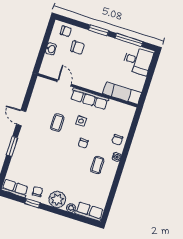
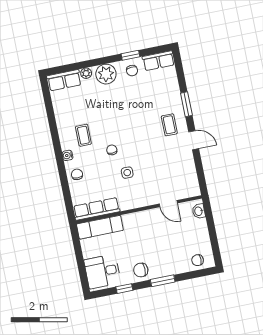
window: (129, 40) -> (124, 289), width x0.46
chair: (78, 48) -> (141, 270), moved
washbasin: (51, 49) -> (199, 211), moved
row of seats: (89, 99) -> (96, 209), moved
coffee table: (57, 123) -> (169, 125), moved

